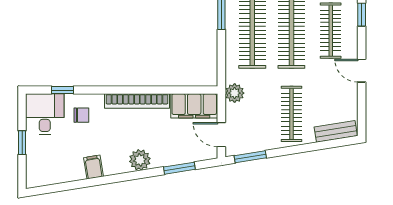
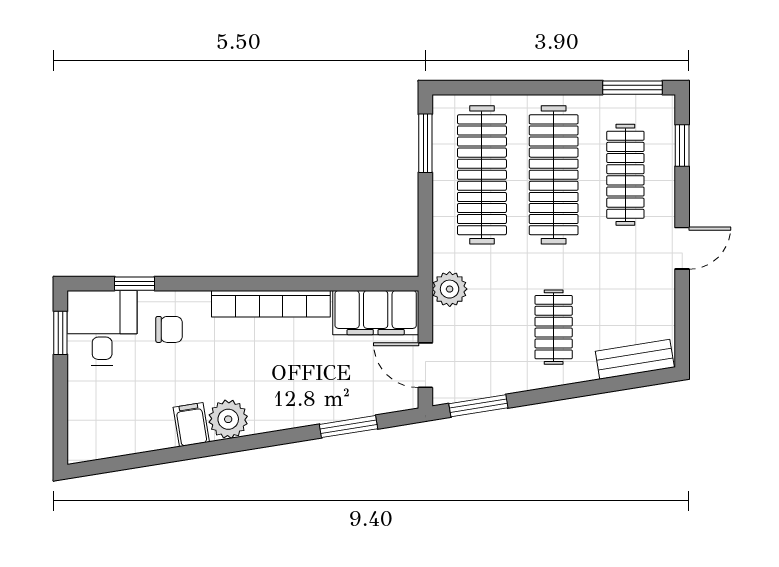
door: (362, 71) -> (682, 248), swing flipped
clothes rail: (291, 114) -> (554, 327), width x0.73
window: (22, 143) -> (60, 333), moved
plant: (140, 160) -> (228, 419), moved

